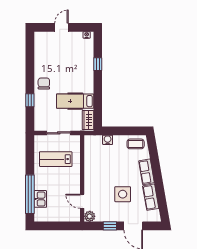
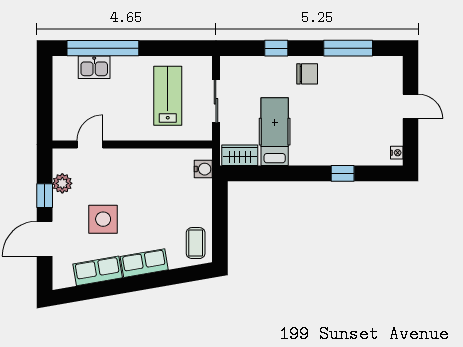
window: (30, 61) -> (348, 48), added
water cooler: (108, 140) -> (203, 169), moved
plant: (90, 216) -> (62, 183), moved

